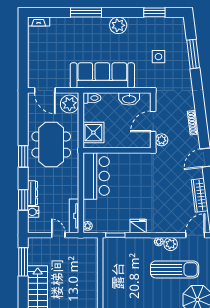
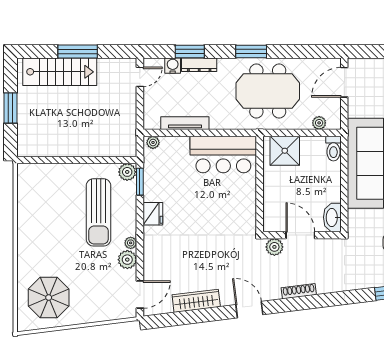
washbasin: (129, 99) -> (332, 217), moved
plant: (70, 104) -> (319, 123), width x0.53, depth x0.53
tv unit: (74, 216) -> (185, 123), moved
door: (58, 235) -> (140, 77), moved
door: (195, 235) -> (140, 294), hinge flipped
plant: (108, 244) -> (127, 172), added
window: (23, 262) -> (78, 51), moved
sun lounger: (175, 269) -> (98, 212), moved

